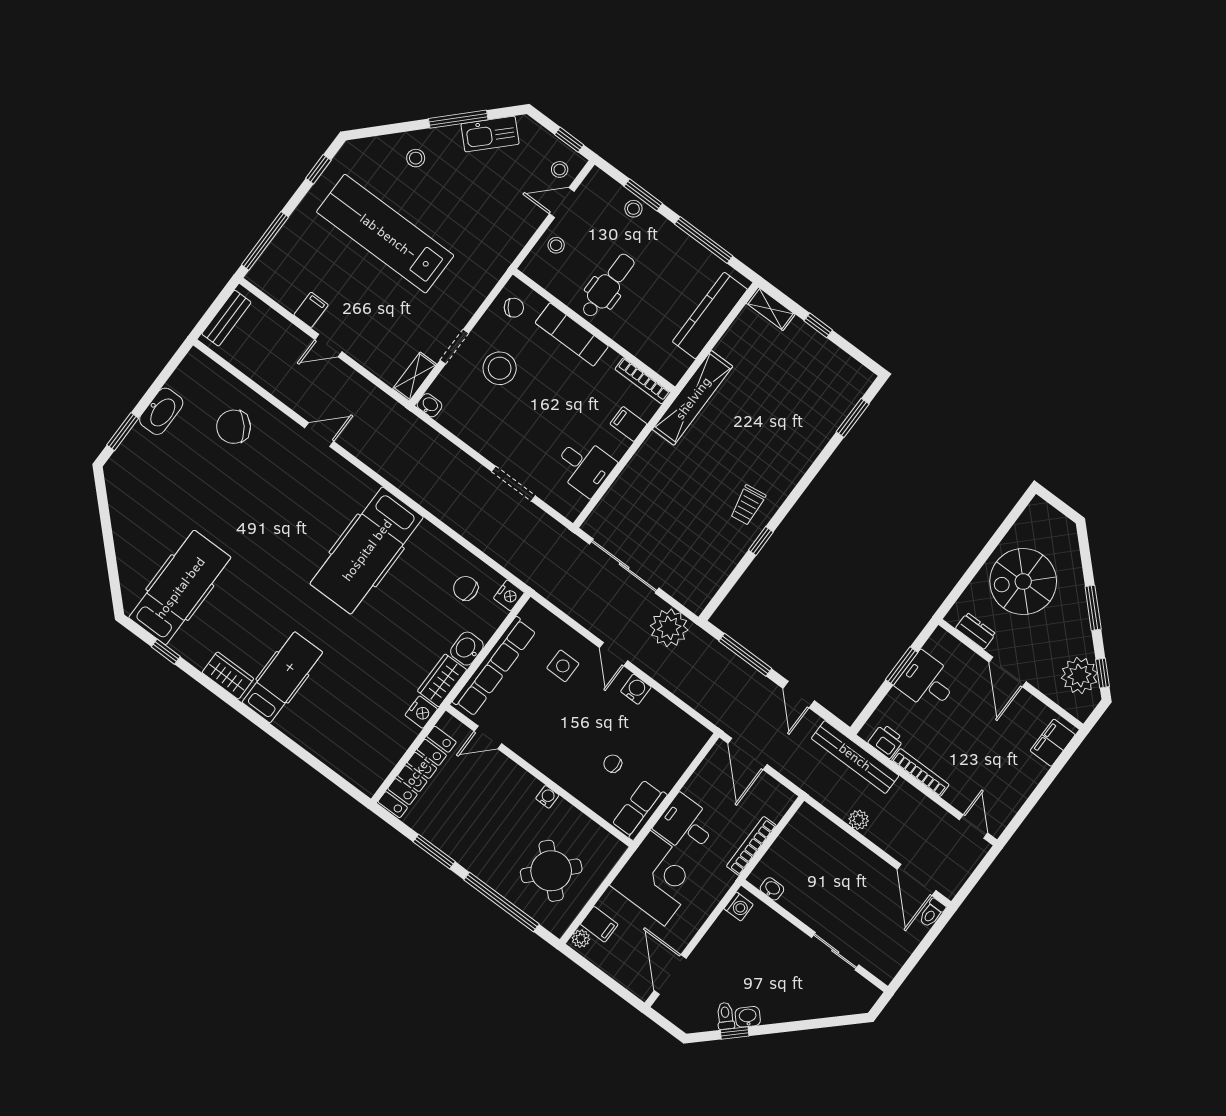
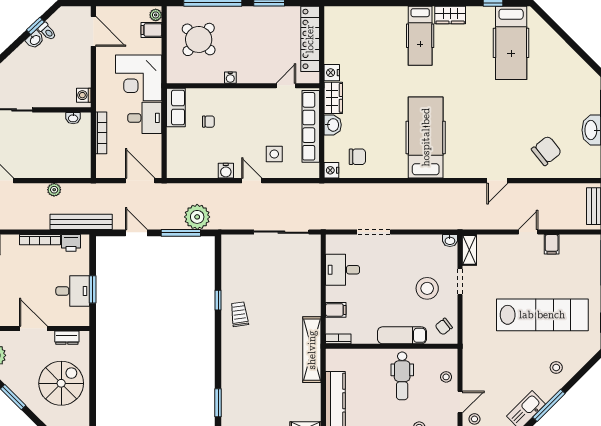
bookcase: (643, 381) -> (338, 339), width x0.64
plant: (669, 628) -> (197, 217), moved

